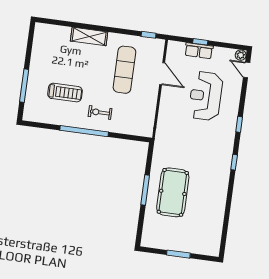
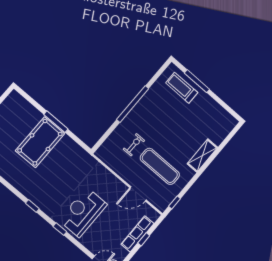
row of seats: (199, 51) -> (138, 234), width x1.48
treadmill: (65, 93) -> (182, 88), moved, turned 90
reception desk: (206, 96) -> (83, 212), moved, turned -90
exercise bike: (100, 112) -> (134, 145), moved
pool table: (173, 192) -> (40, 142), turned 90

